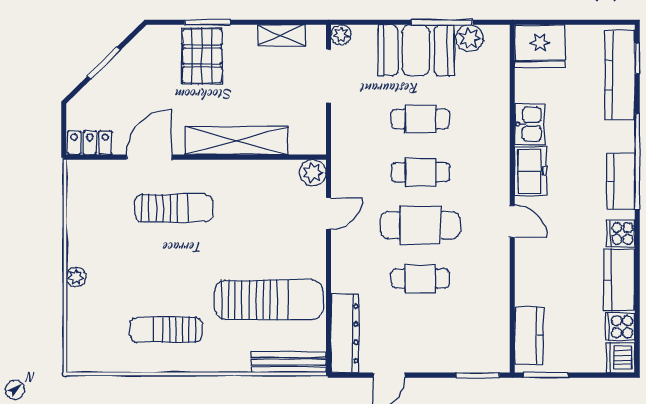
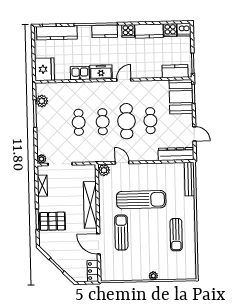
booth: (416, 50) -> (181, 97), moved
sun lounger: (269, 300) -> (141, 200), moved, turned 90

